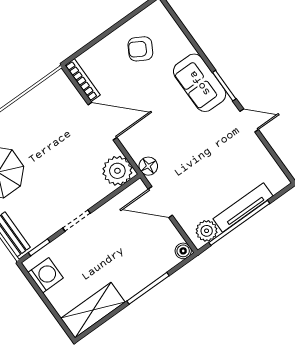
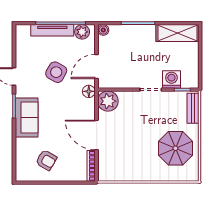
side table: (203, 161) -> (56, 72), added
door: (160, 202) -> (96, 66), swing flipped
washing machine: (46, 275) -> (171, 79), moved, turned 90

